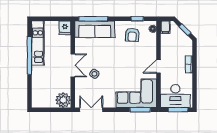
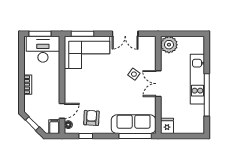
kitchen unit: (38, 43) -> (197, 79), moved
door: (159, 66) -> (62, 111), moved
double door: (91, 110) -> (125, 34), moved

